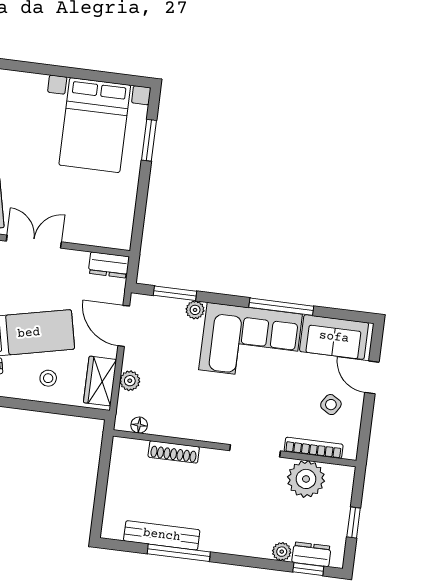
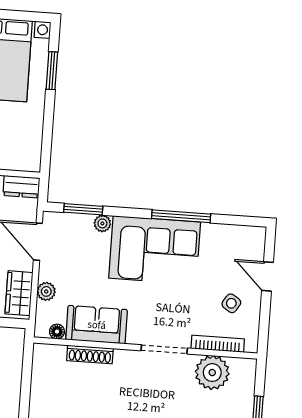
sofa: (334, 337) -> (97, 325), moved, turned 180

